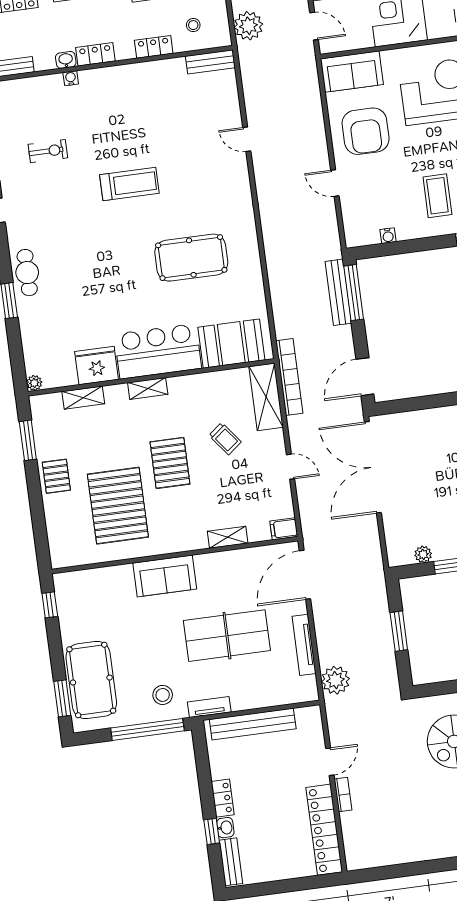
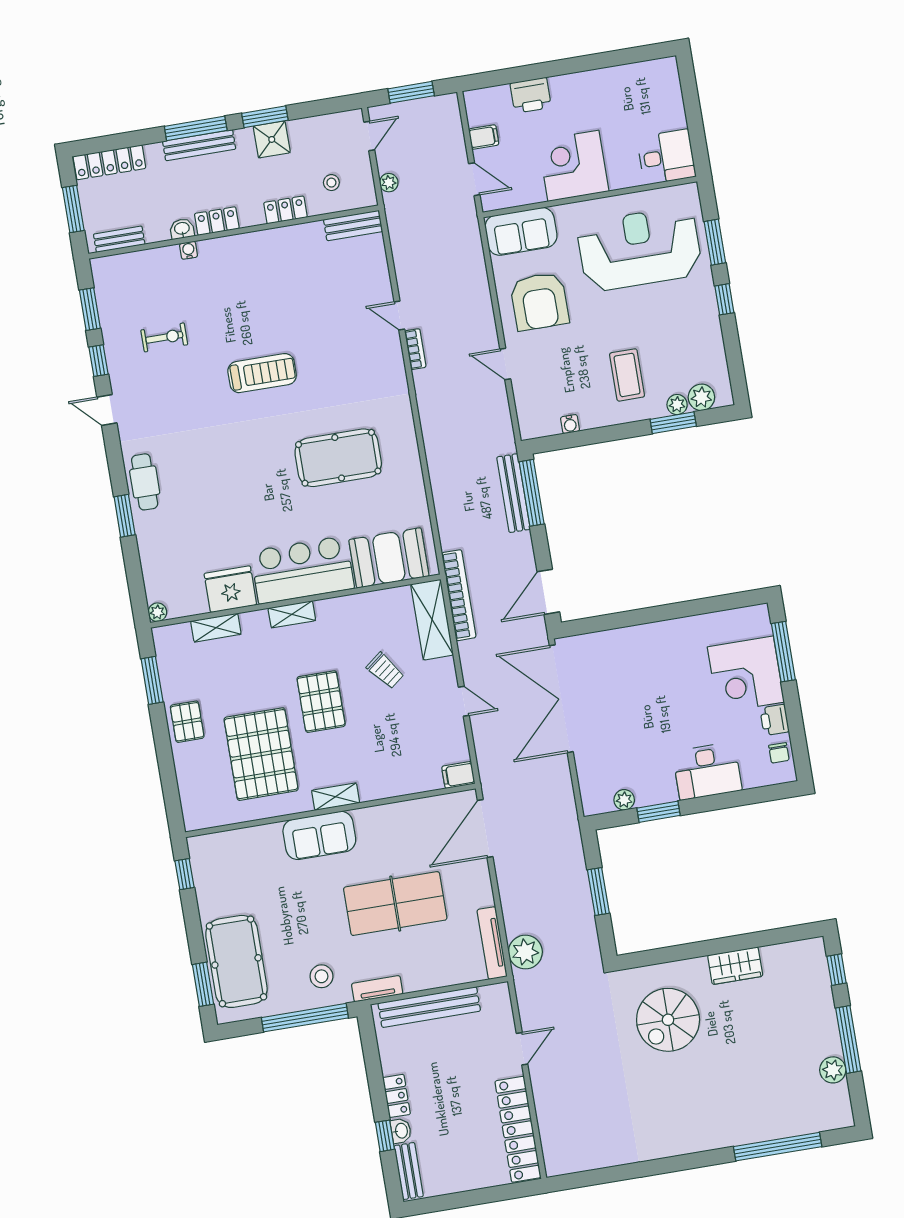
plant: (248, 26) -> (389, 183), width x0.53, depth x0.53
shelving: (228, 537) -> (336, 797), moved
tv unit: (304, 645) -> (492, 943), moved
bookcase: (343, 795) -> (415, 349), moved

